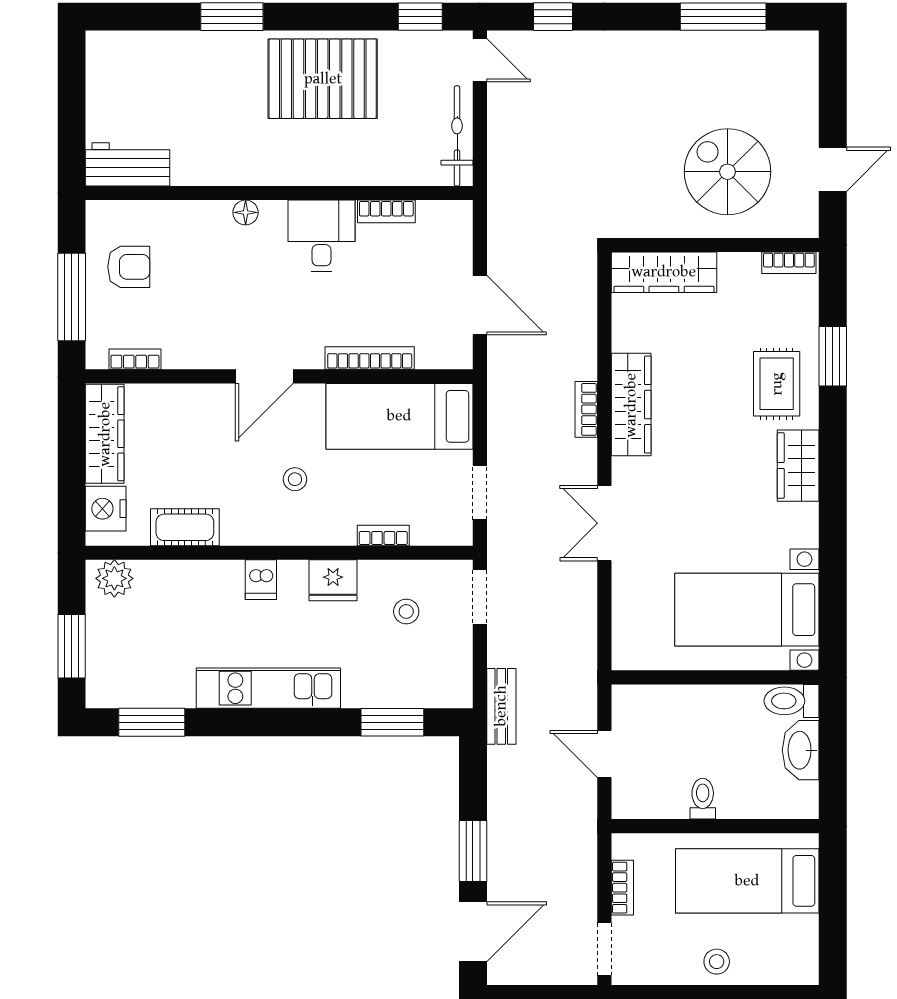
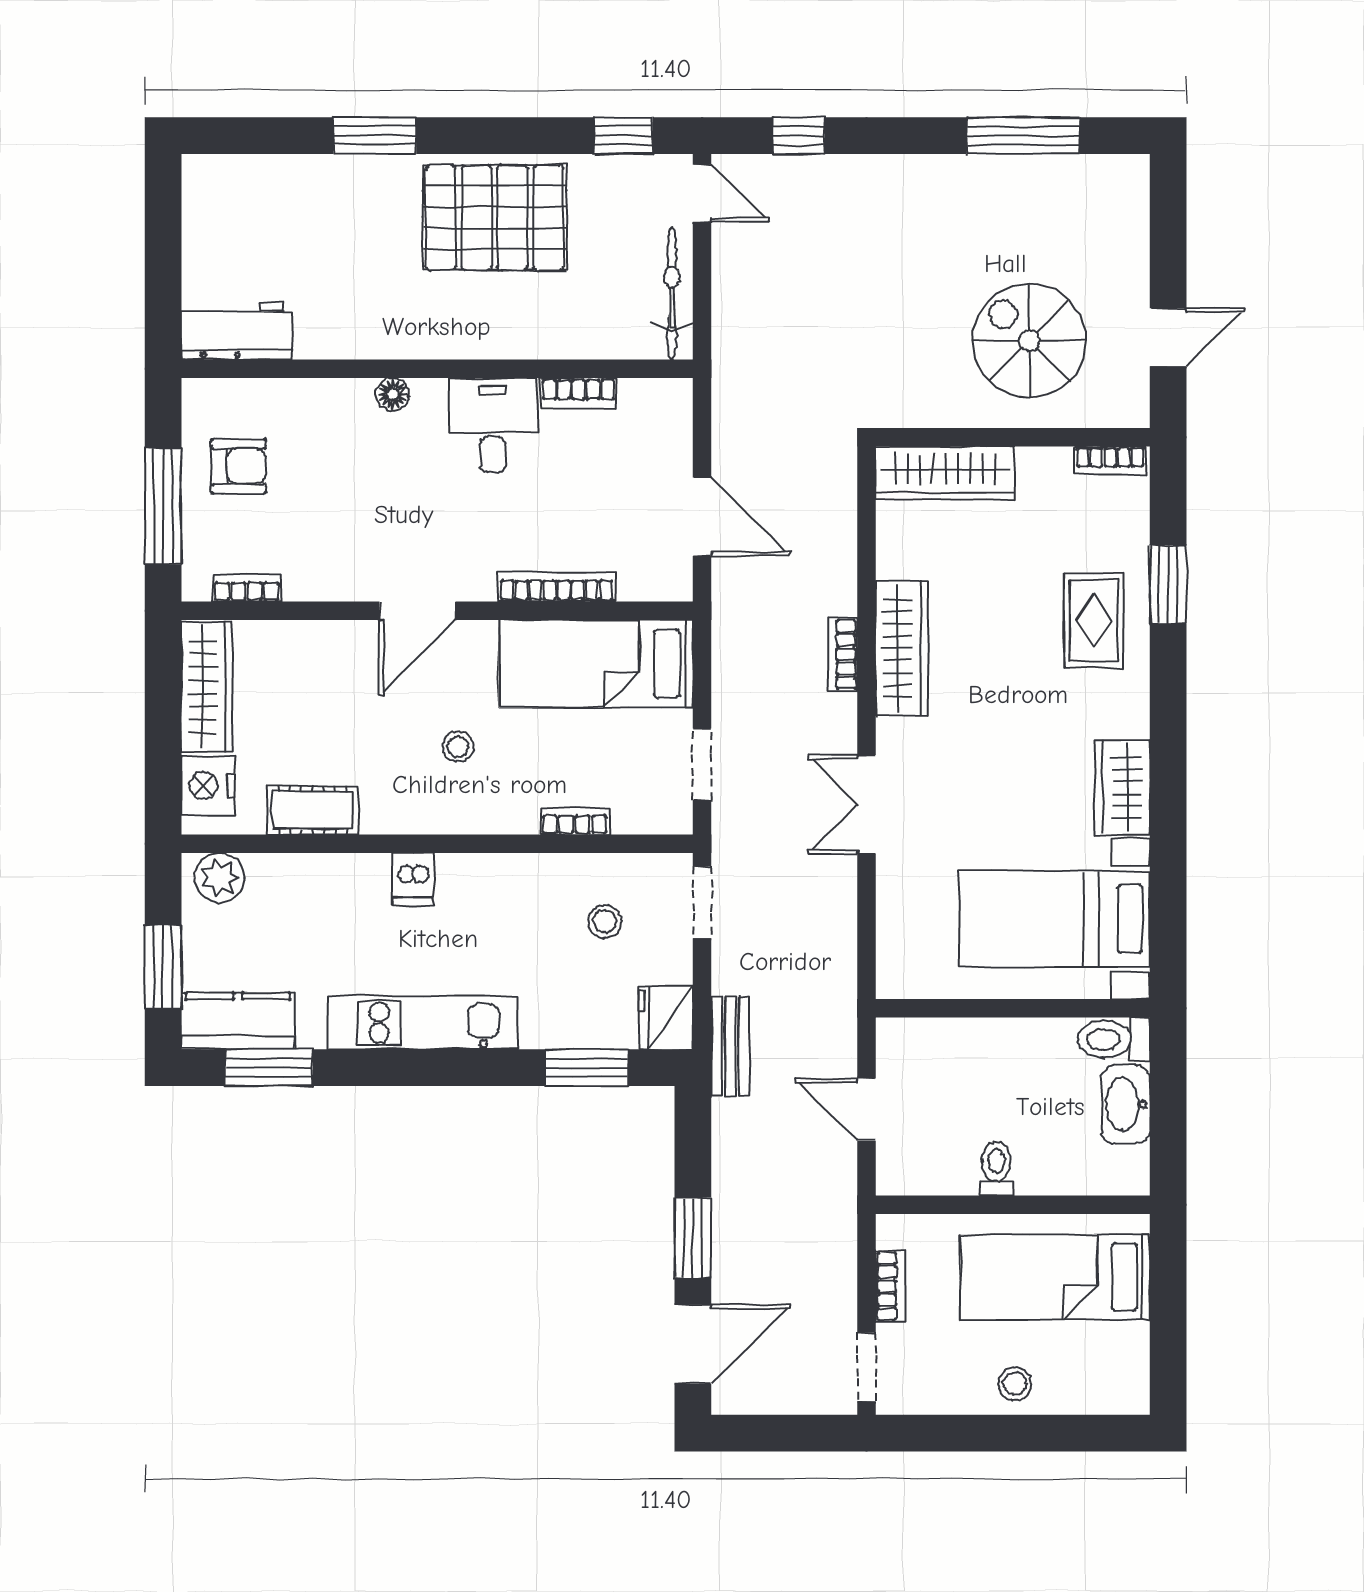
wardrobe: (798, 466) -> (1122, 788), moved
fridge: (333, 580) -> (666, 1018), moved, turned 90
kitchen counter: (128, 687) -> (238, 1021), added

